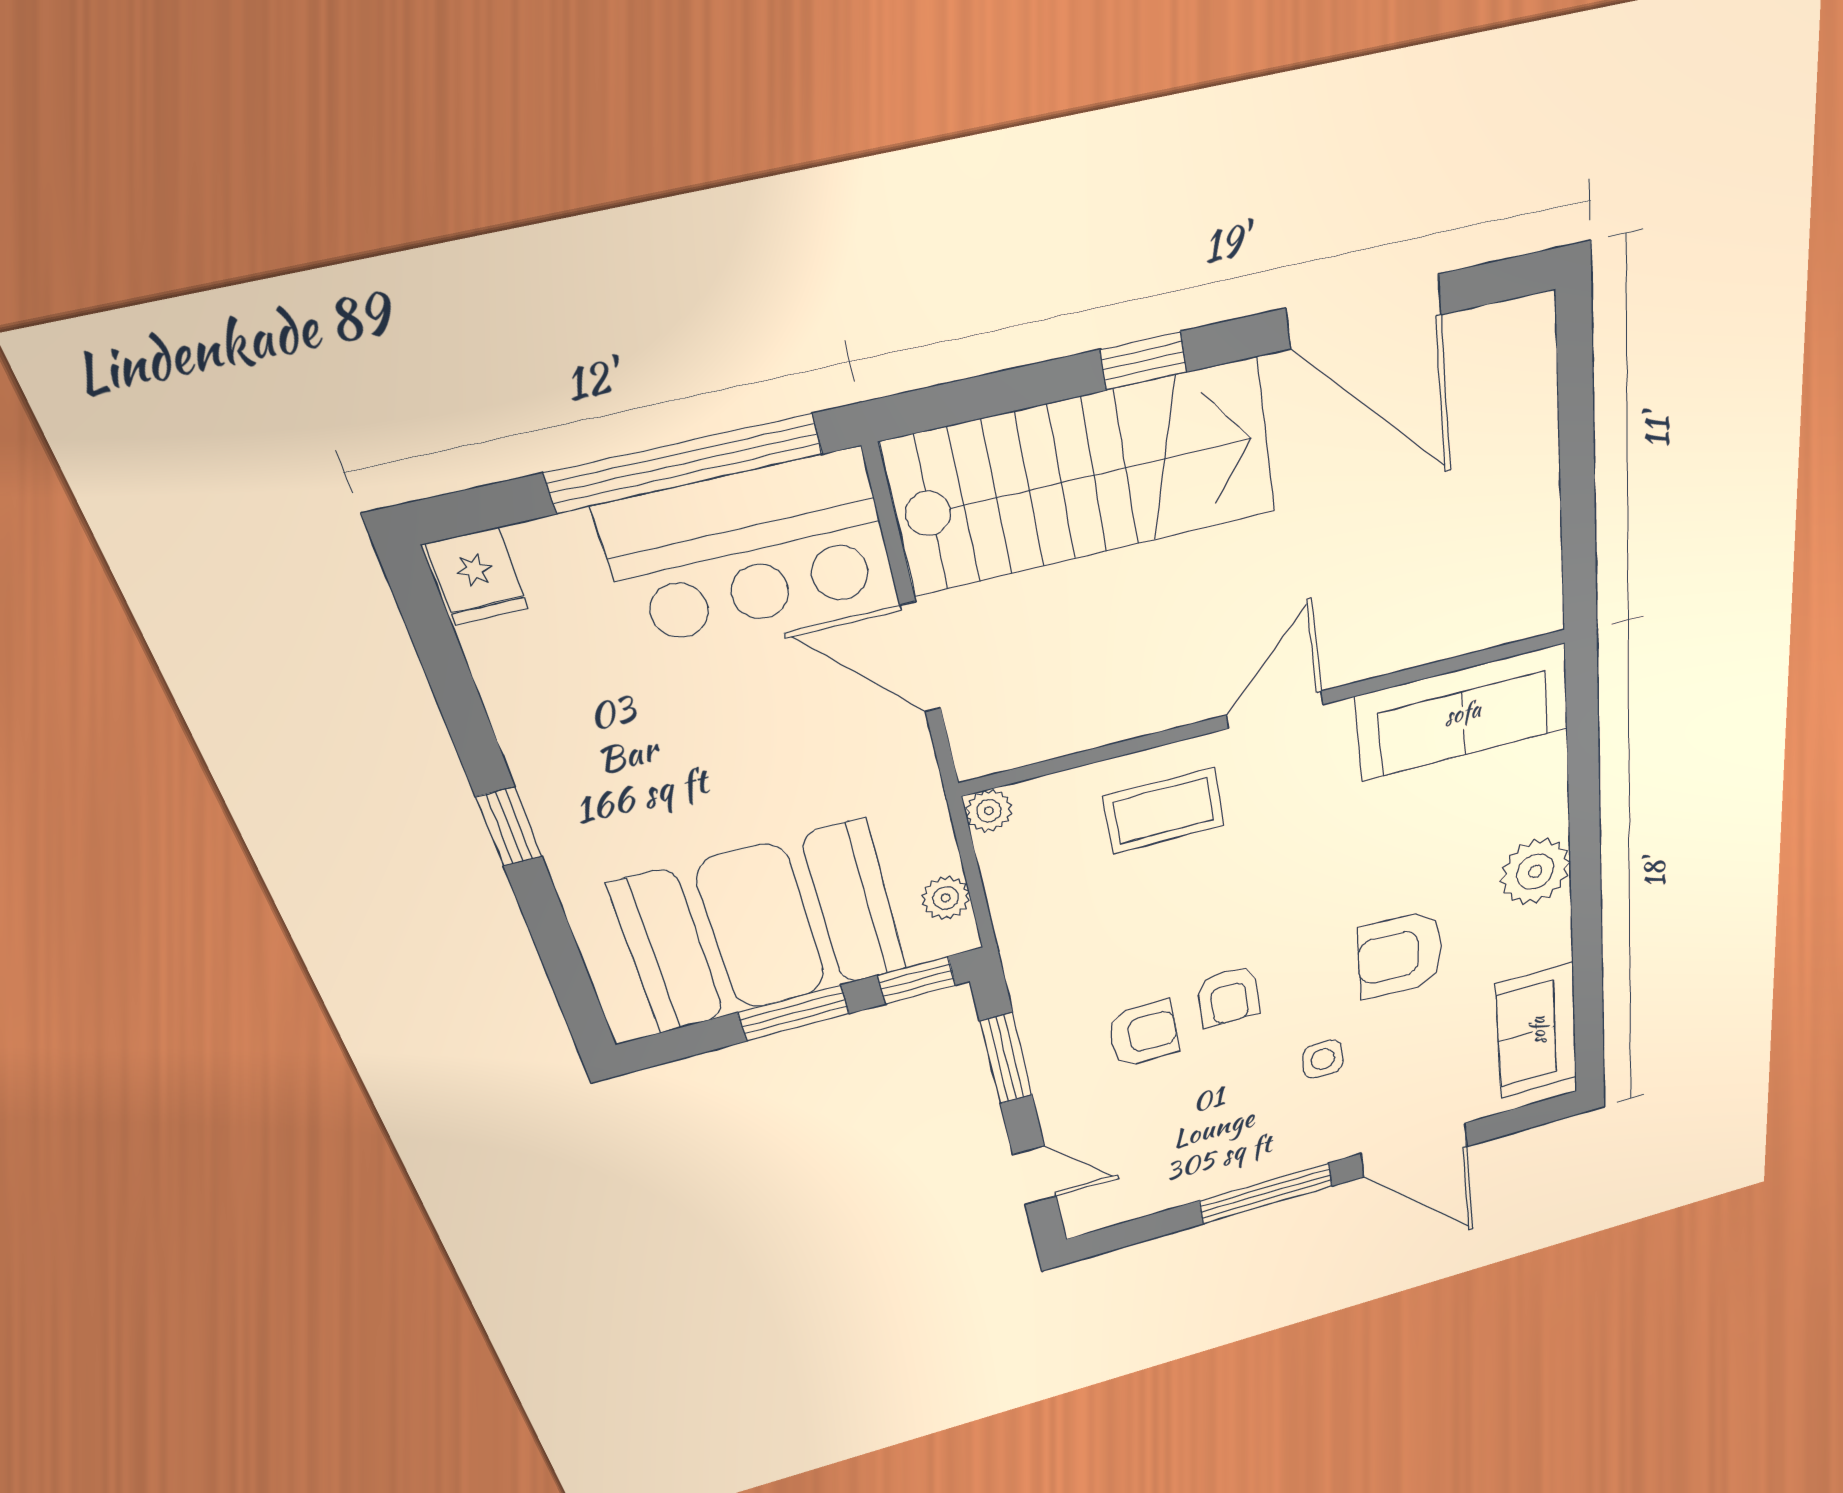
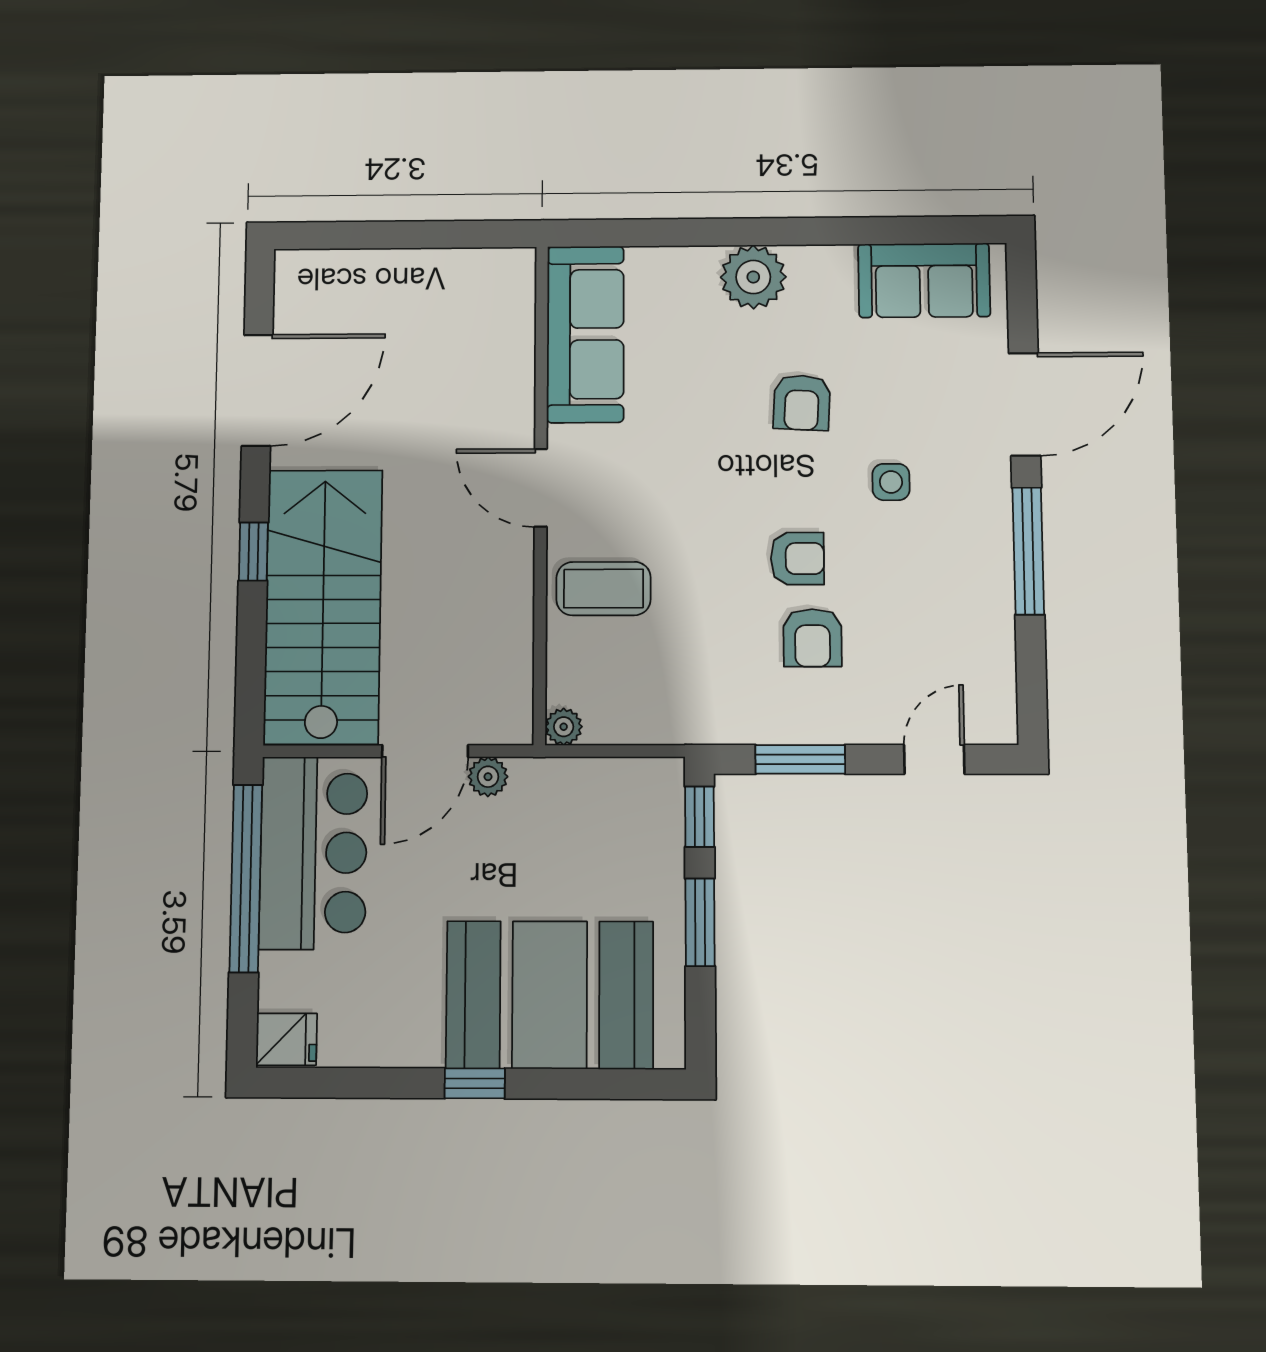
coffee table: (1164, 811) -> (604, 589), turned 90
plant: (946, 898) -> (488, 777), moved
booth: (761, 927) -> (550, 995), moved, turned 90
armchair: (1400, 955) -> (802, 403), width x0.72, depth x0.72
armchair: (1143, 1034) -> (812, 638), turned 180

